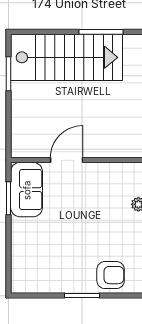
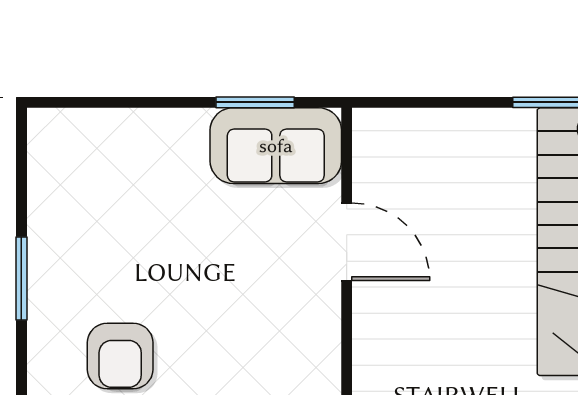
armchair: (111, 275) -> (120, 356), moved

